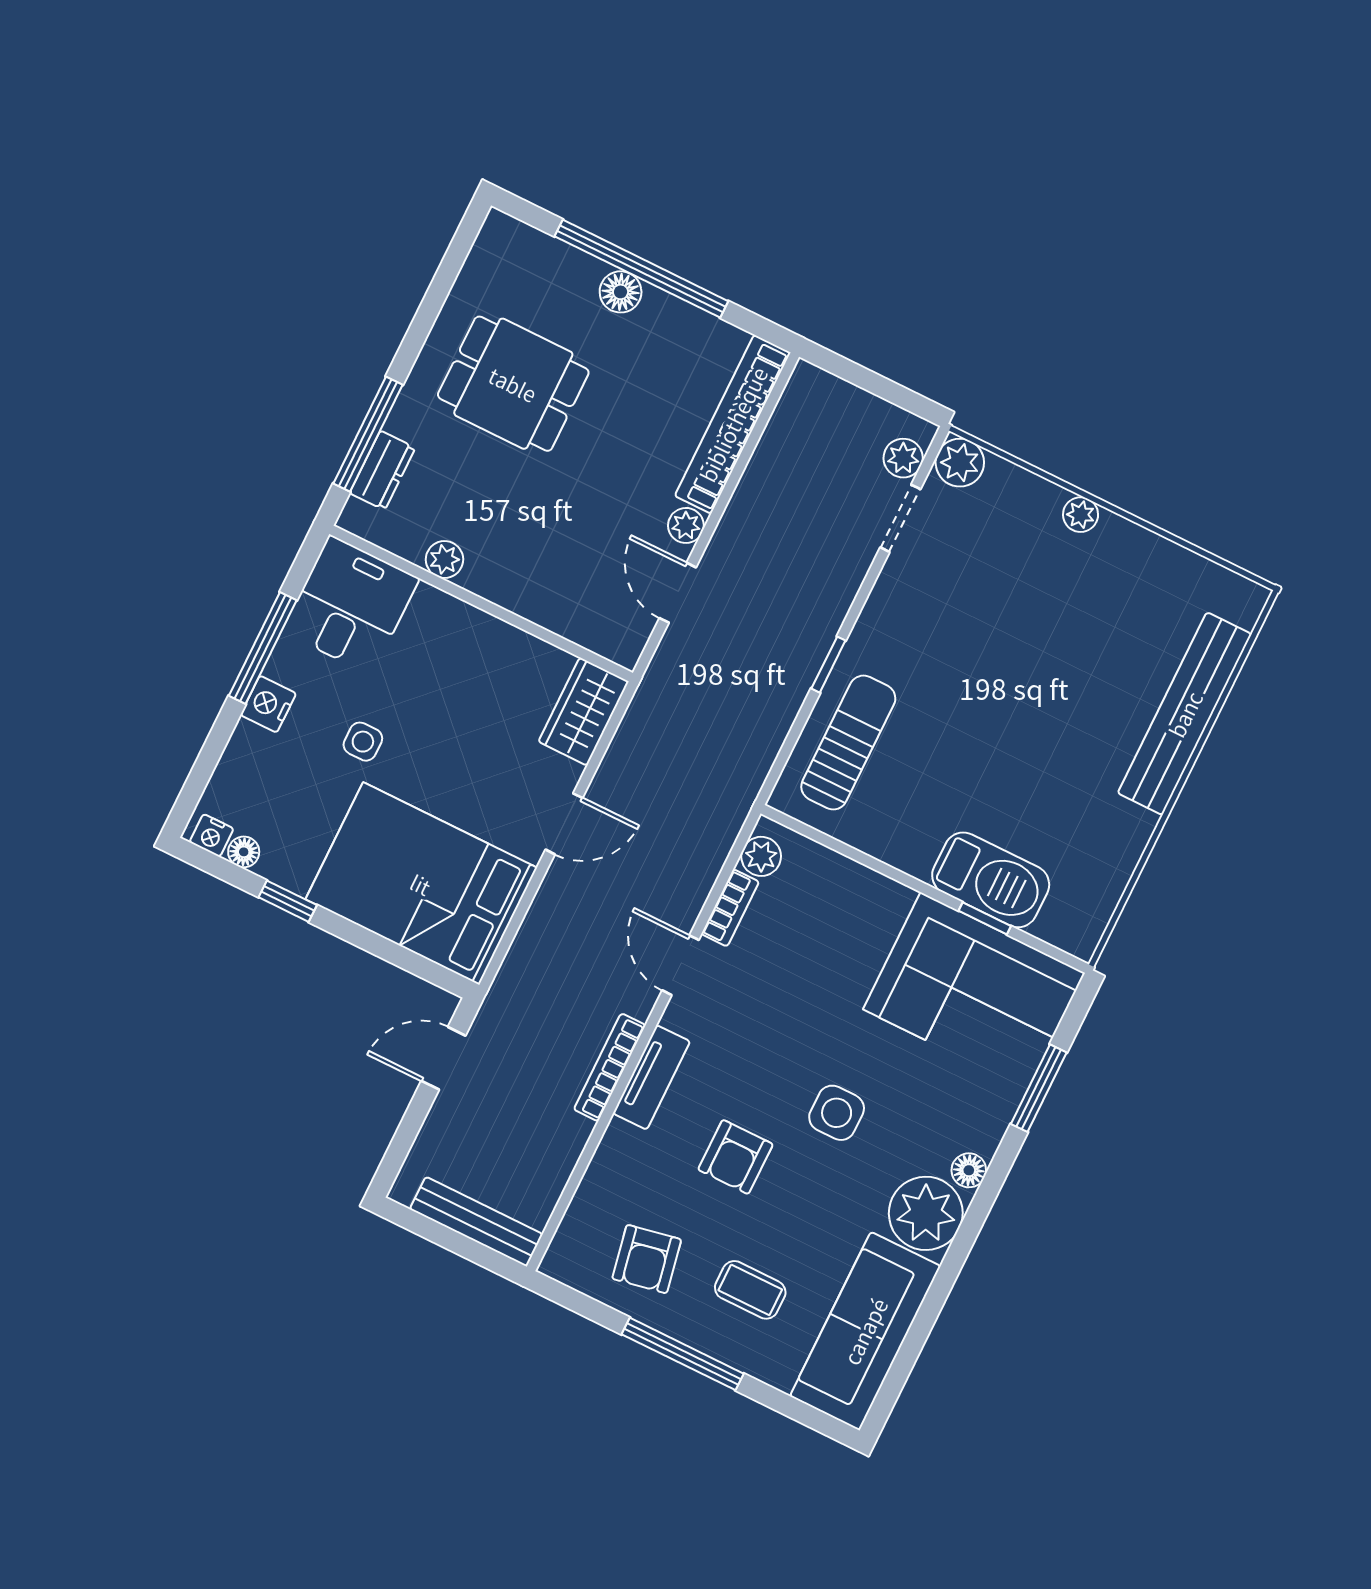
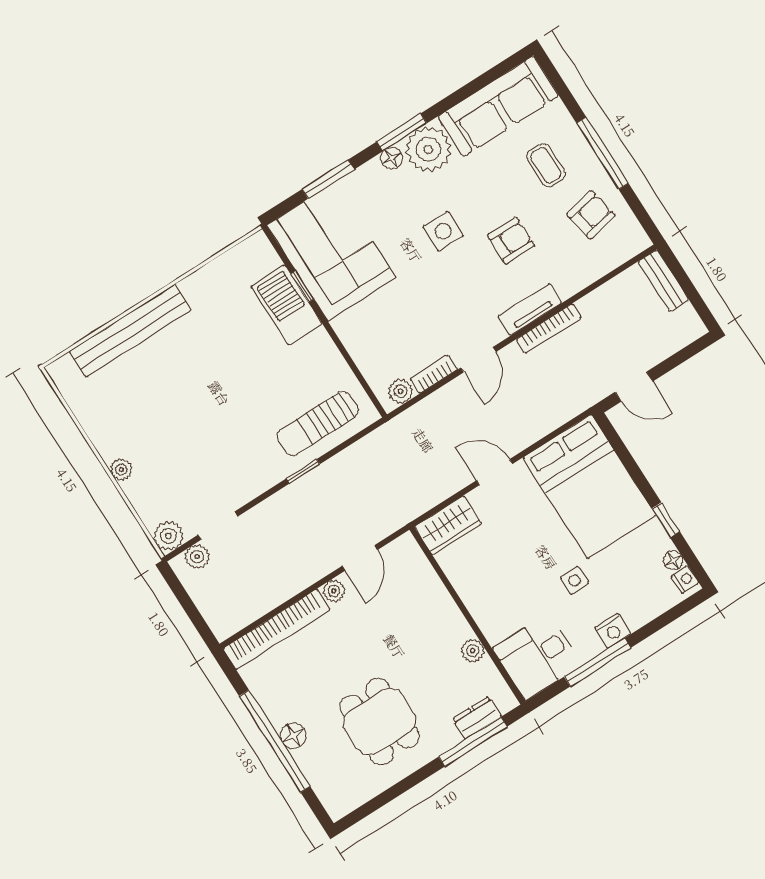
window: (977, 1214) -> (402, 132), added
bench: (476, 1222) -> (663, 281), width x0.73

